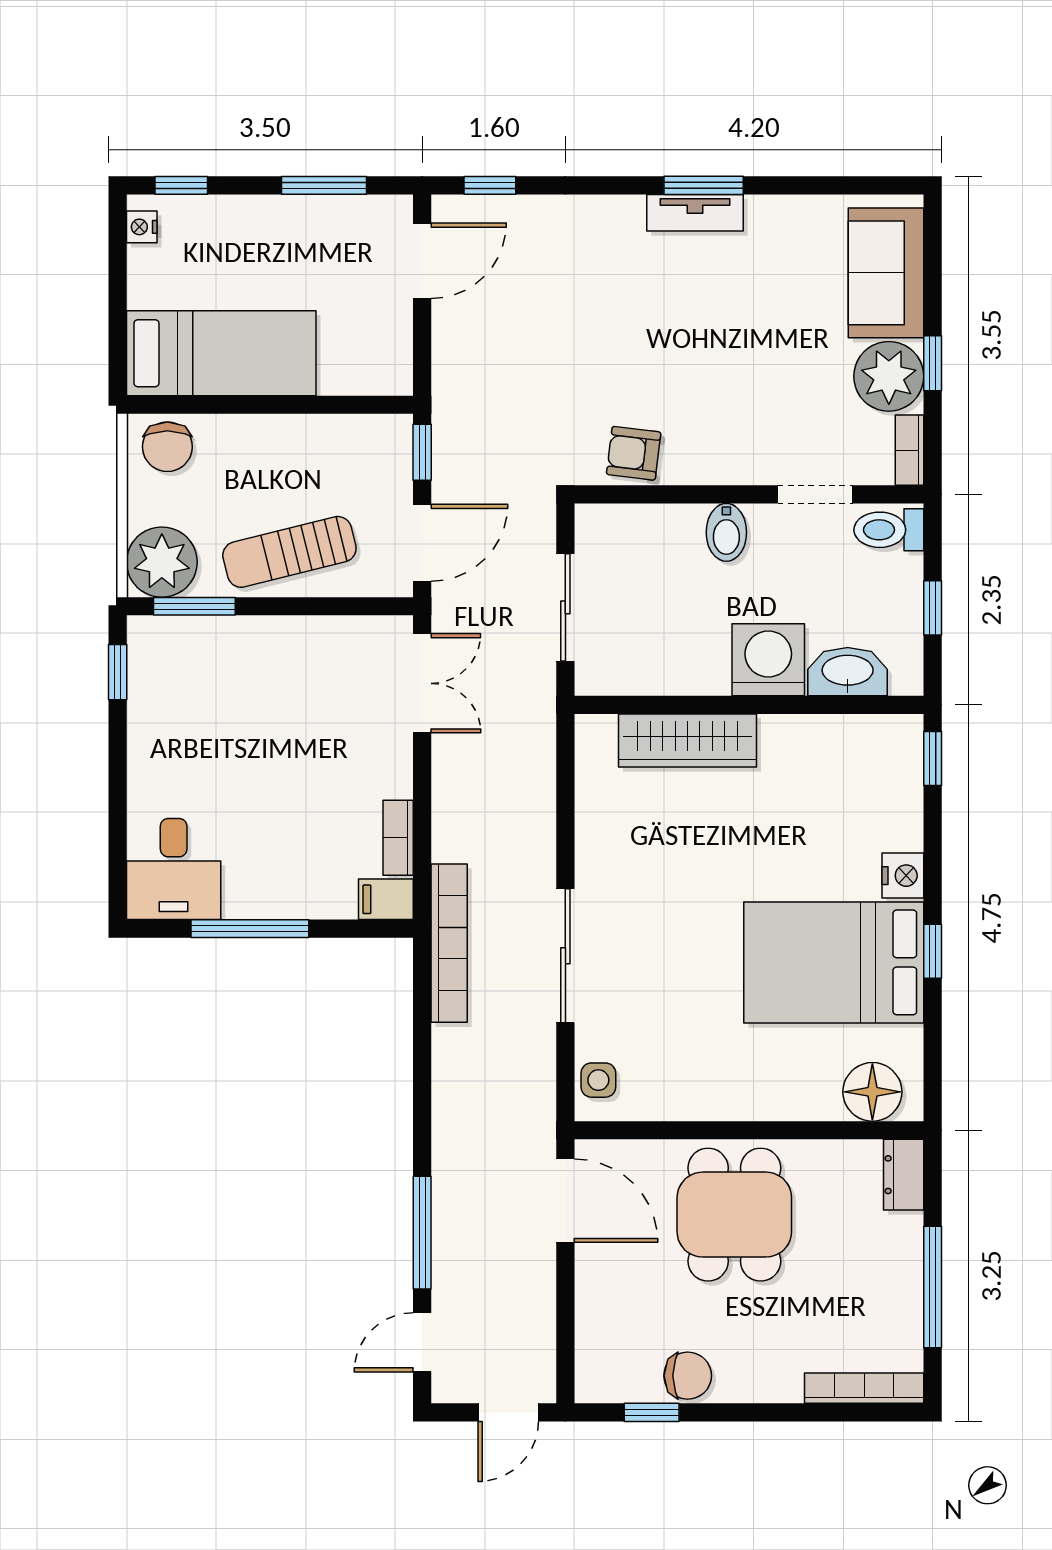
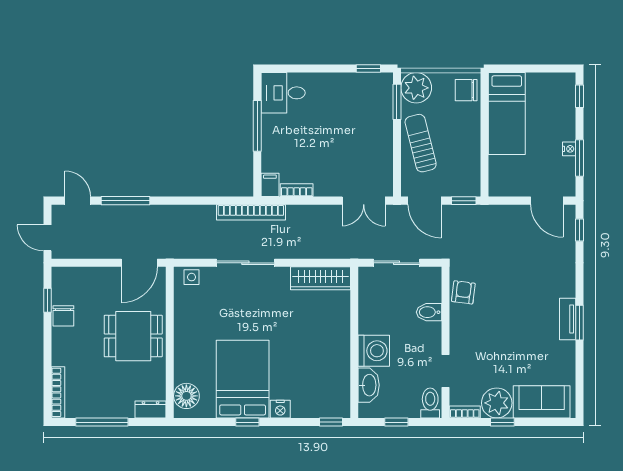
nightstand: (142, 227) -> (569, 149), moved, turned 90
bidet: (726, 532) -> (429, 312), moved
wardrobe: (687, 740) -> (321, 278), moved, turned -90

